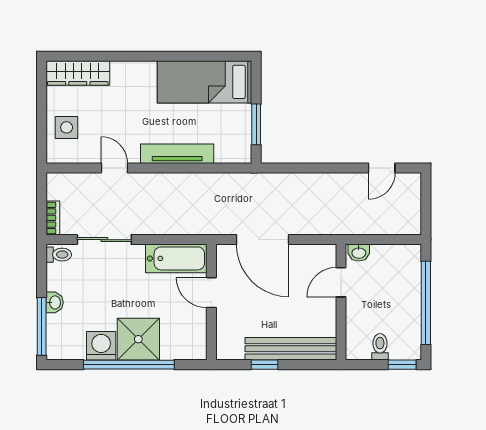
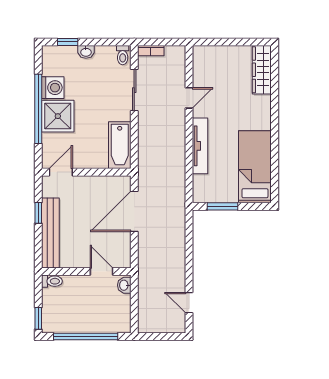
side table: (67, 127) -> (220, 61), removed
door: (211, 293) -> (61, 172), moved
window: (42, 326) -> (68, 42), width x0.46
toilet: (380, 347) -> (52, 281), moved

